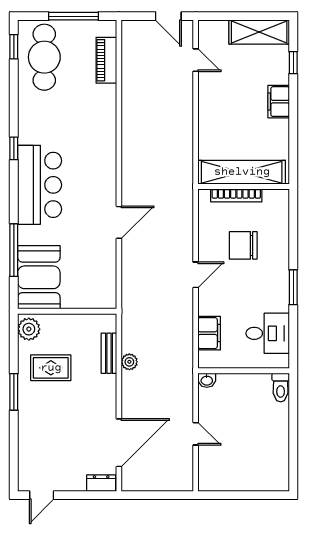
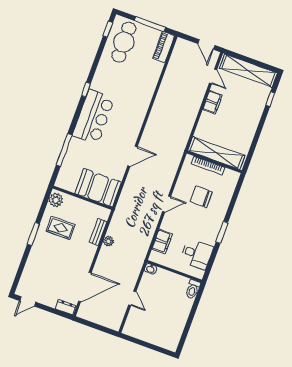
shelving: (259, 32) -> (248, 71), width x1.47
piano: (106, 60) -> (164, 47), moved
filing cabinet: (279, 102) -> (212, 102), moved, turned 180
booth: (39, 277) -> (98, 188), moved, turned 90

